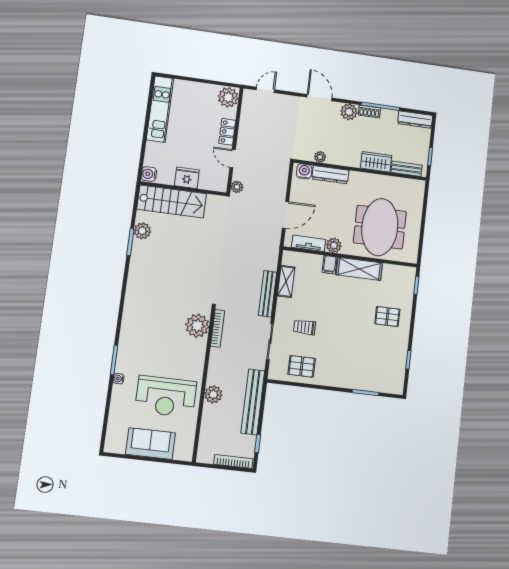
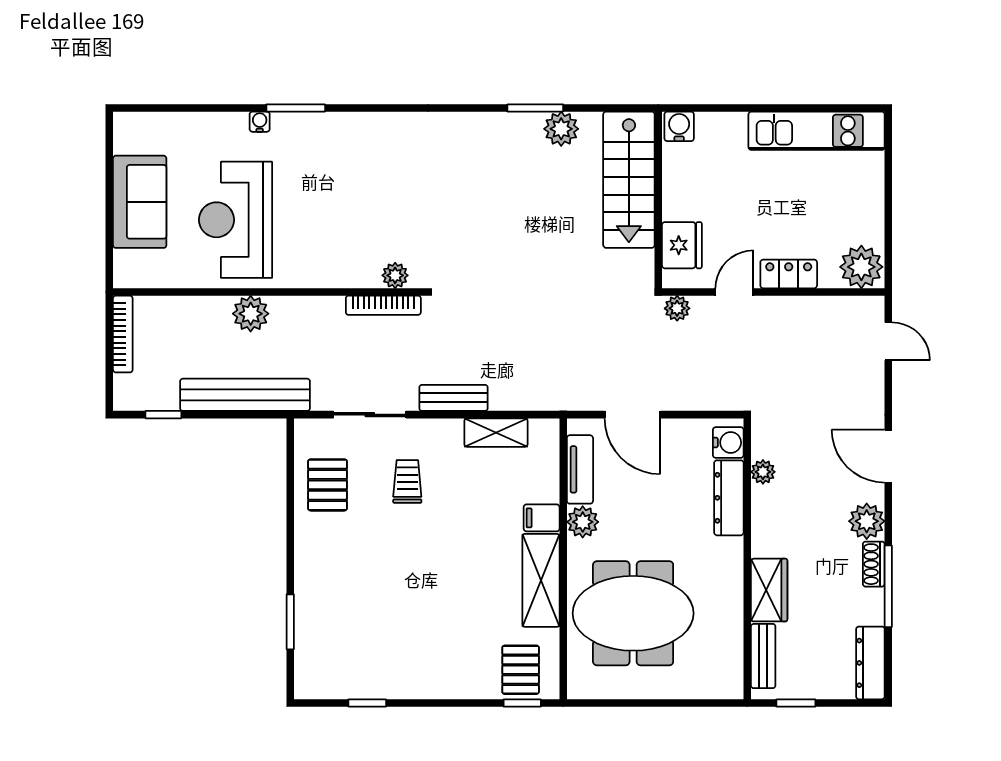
door: (320, 98) -> (888, 456), swing flipped
fridge: (187, 178) -> (682, 245), moved
bench: (268, 294) -> (454, 398), width x0.73
pallet: (387, 317) -> (521, 670), moved
plant: (197, 326) -> (395, 275), width x0.53, depth x0.53
bookcase: (233, 461) -> (123, 334), moved

